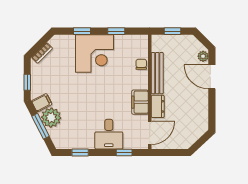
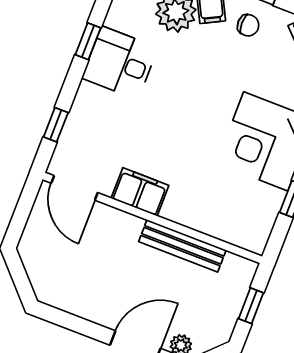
chair: (141, 64) -> (248, 25), moved
dresser: (158, 106) -> (119, 222), removed
desk: (109, 134) -> (120, 63), moved

